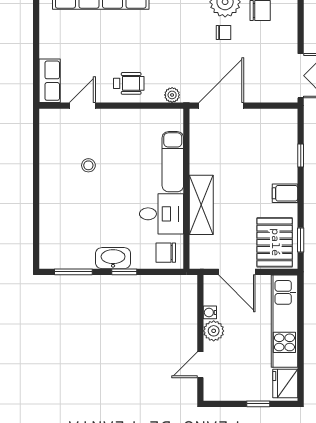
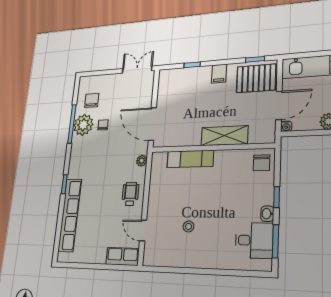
desk: (162, 214) -> (254, 240), moved, turned 90
washbasin: (113, 258) -> (267, 214), width x0.52, depth x0.69
water cooler: (210, 312) -> (286, 126), moved

